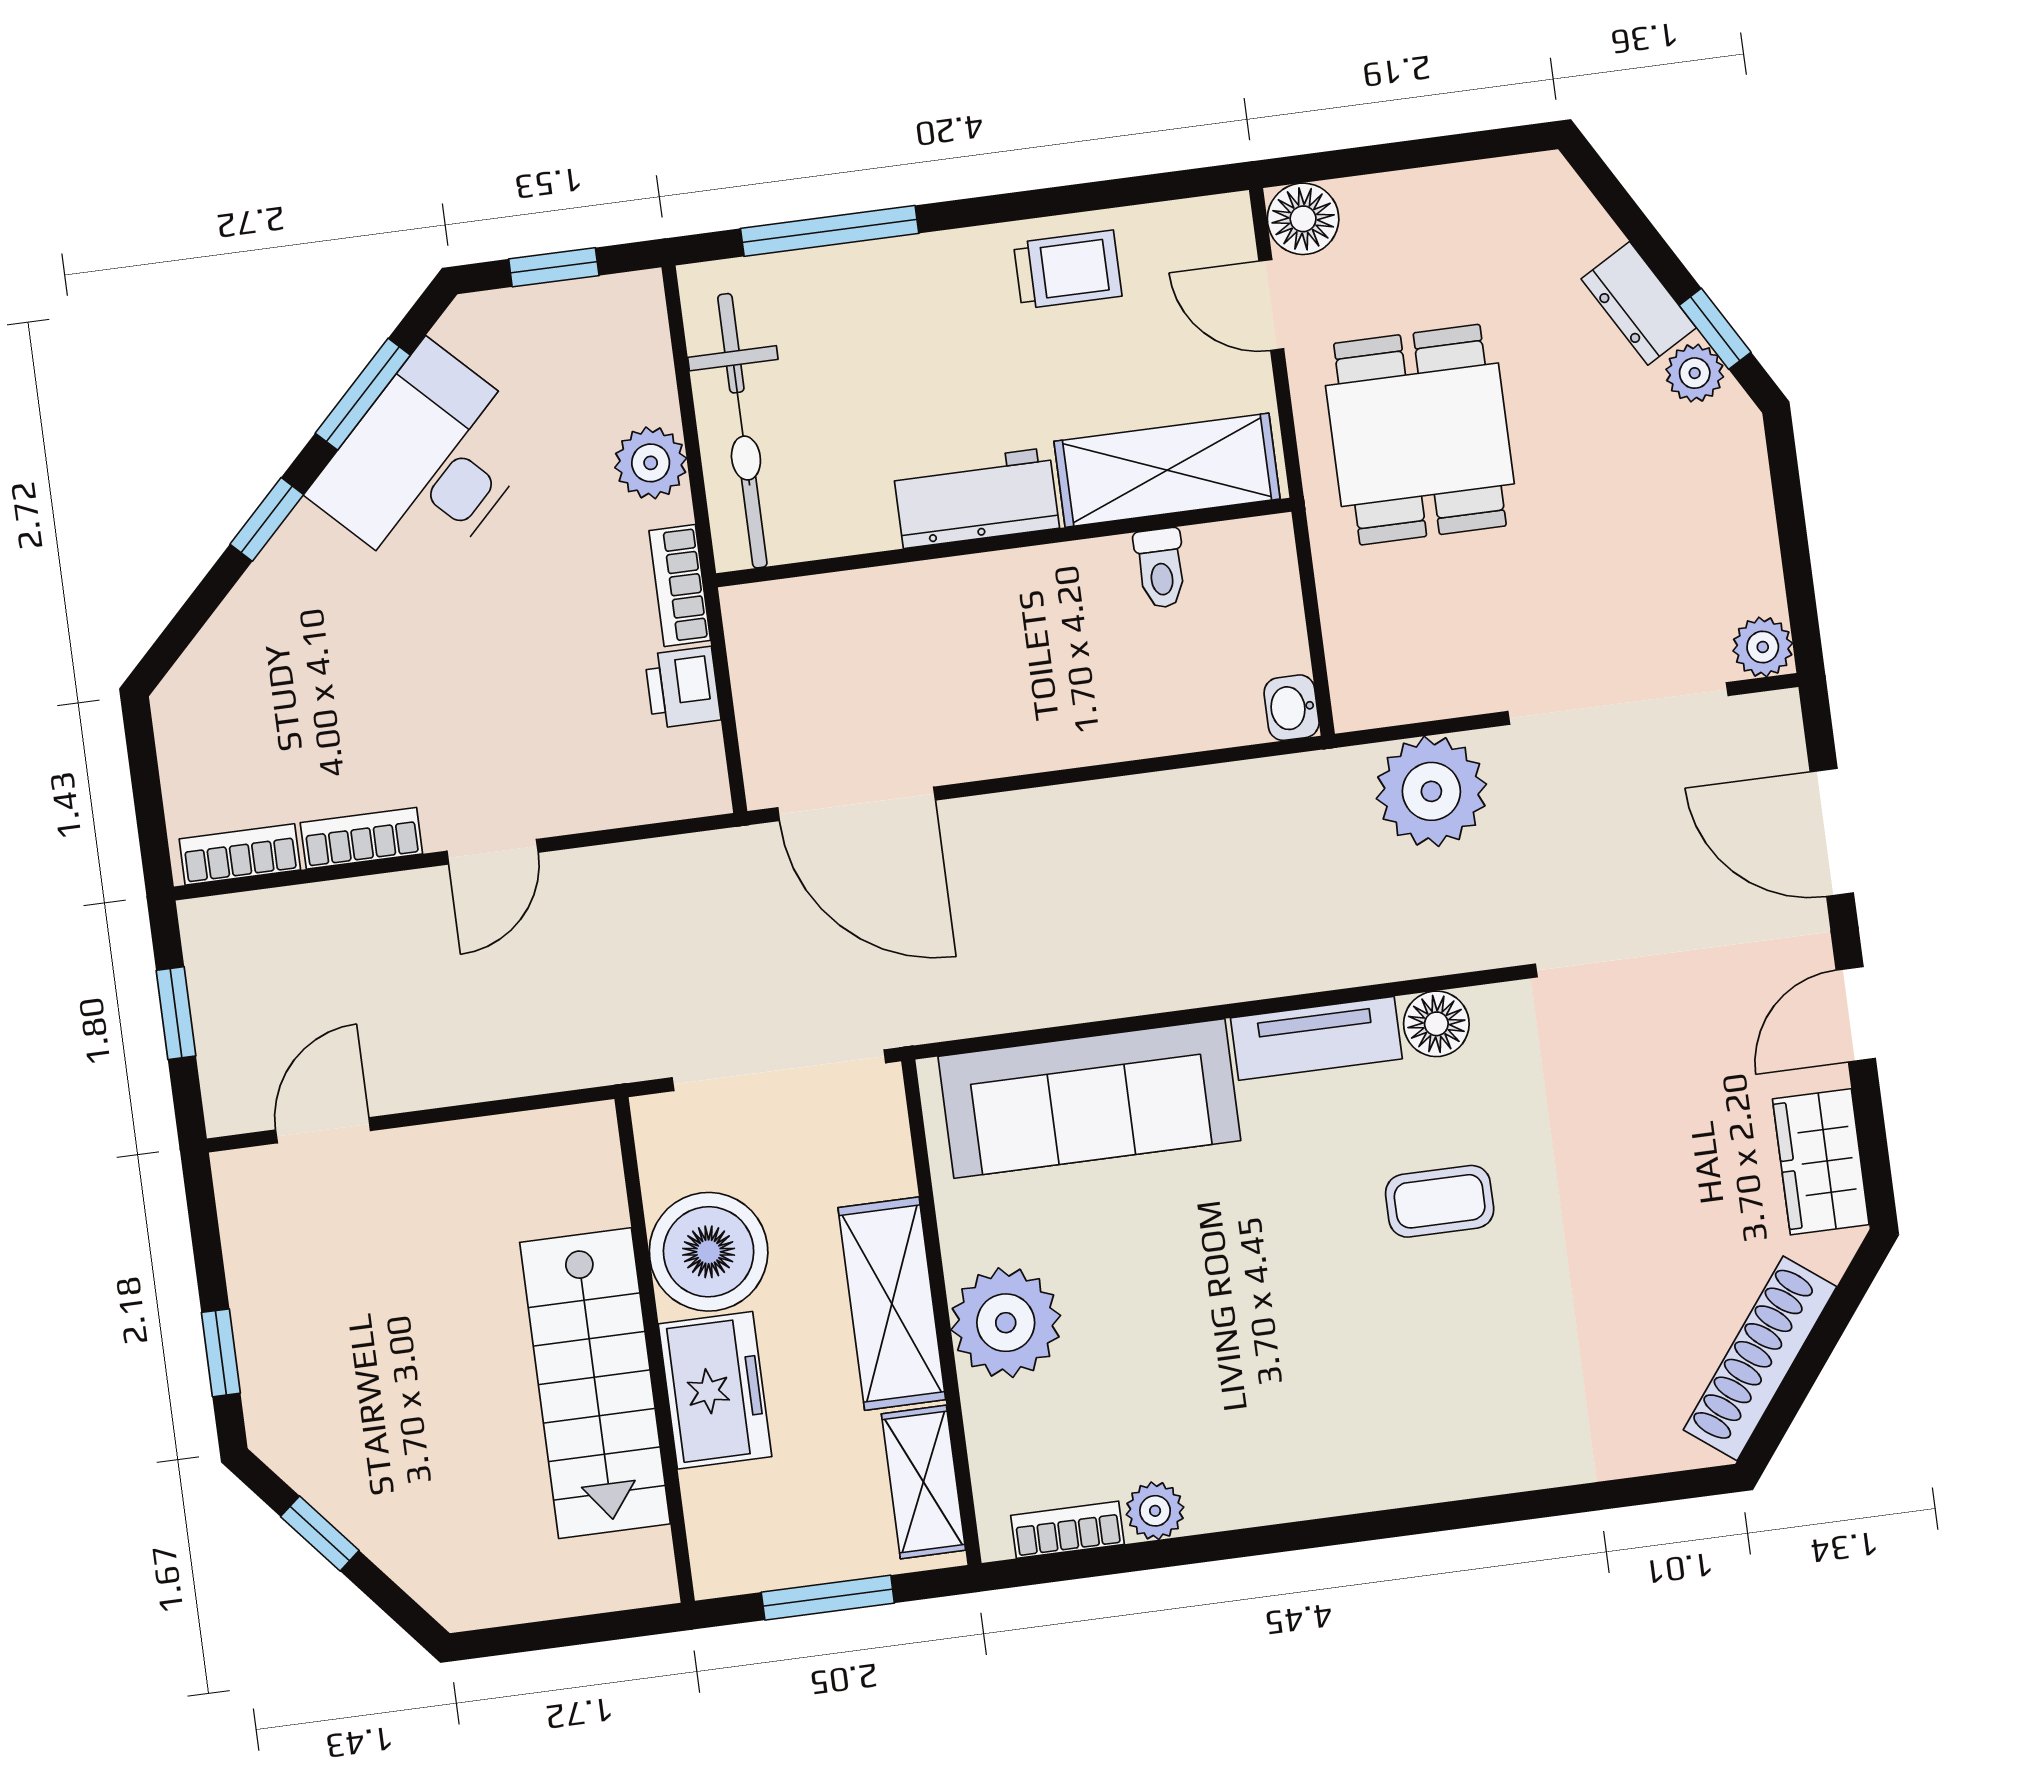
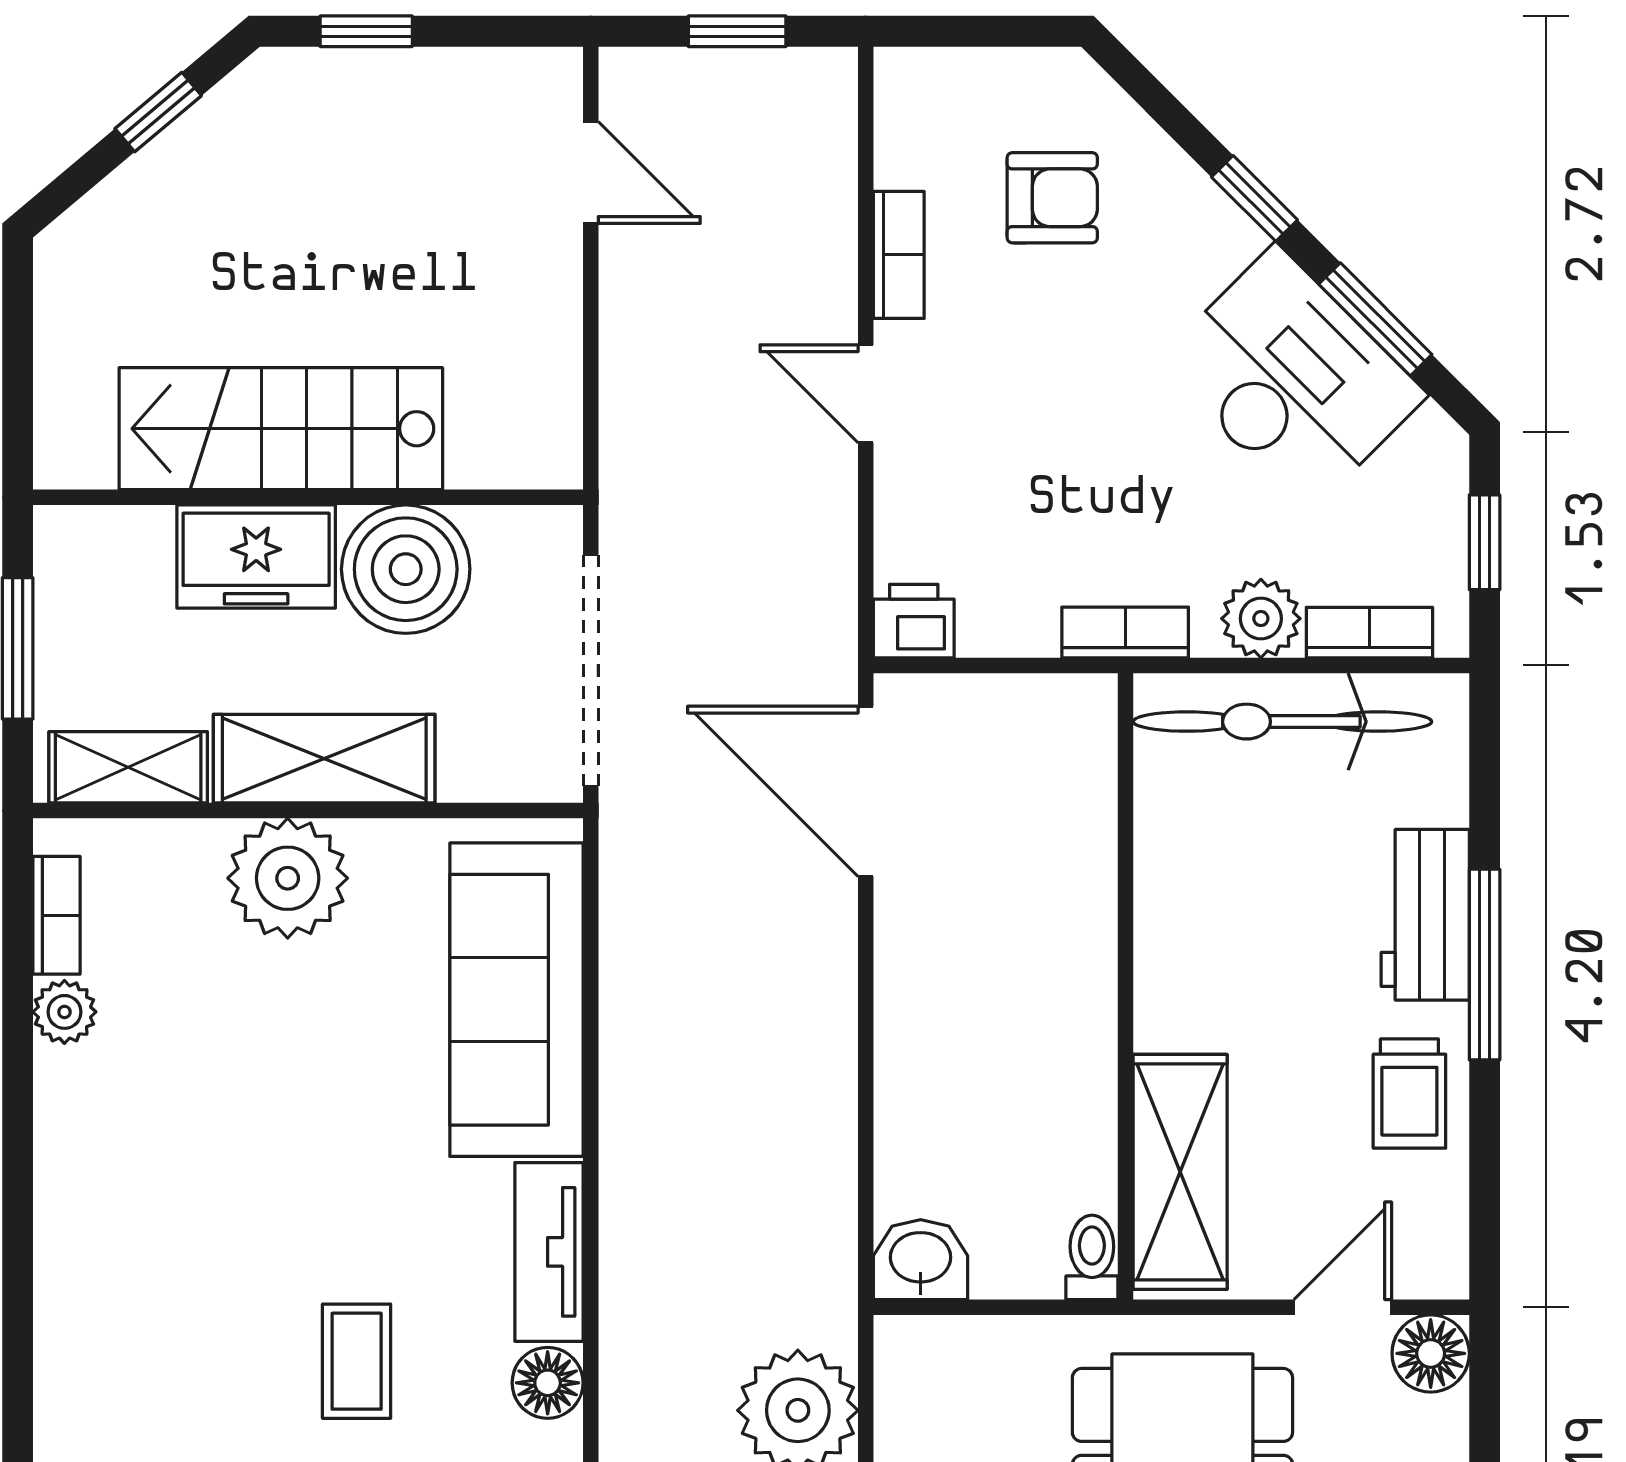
window: (830, 231) -> (1485, 965), moved
workbench: (976, 498) -> (1425, 915), moved, turned 180
toilet: (1161, 568) -> (1092, 1257), moved, turned 90
printer: (683, 687) -> (914, 621), moved
armchair: (291, 705) -> (1052, 198), added
washbasin: (1292, 708) -> (921, 1260), width x1.38, depth x1.45
door: (857, 804) -> (866, 791), hinge flipped
bookcase: (240, 854) -> (1369, 633), moved, turned -90

